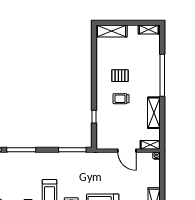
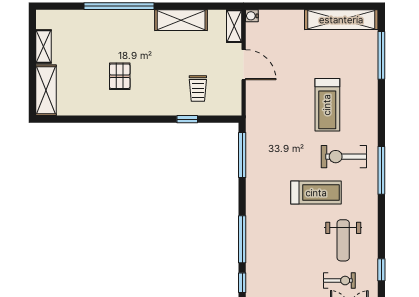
shelving: (149, 30) -> (44, 47), moved
trolley: (121, 99) -> (198, 89), moved
door: (127, 151) -> (244, 65), hinge flipped

